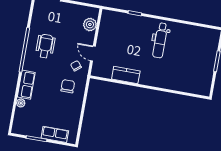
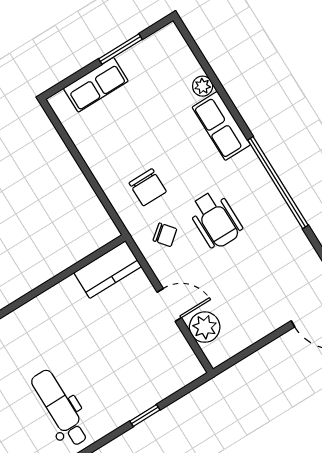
wheelchair: (45, 46) -> (215, 220), moved
door: (93, 54) -> (169, 305), moved
kitchen counter: (126, 75) -> (108, 270), moved

